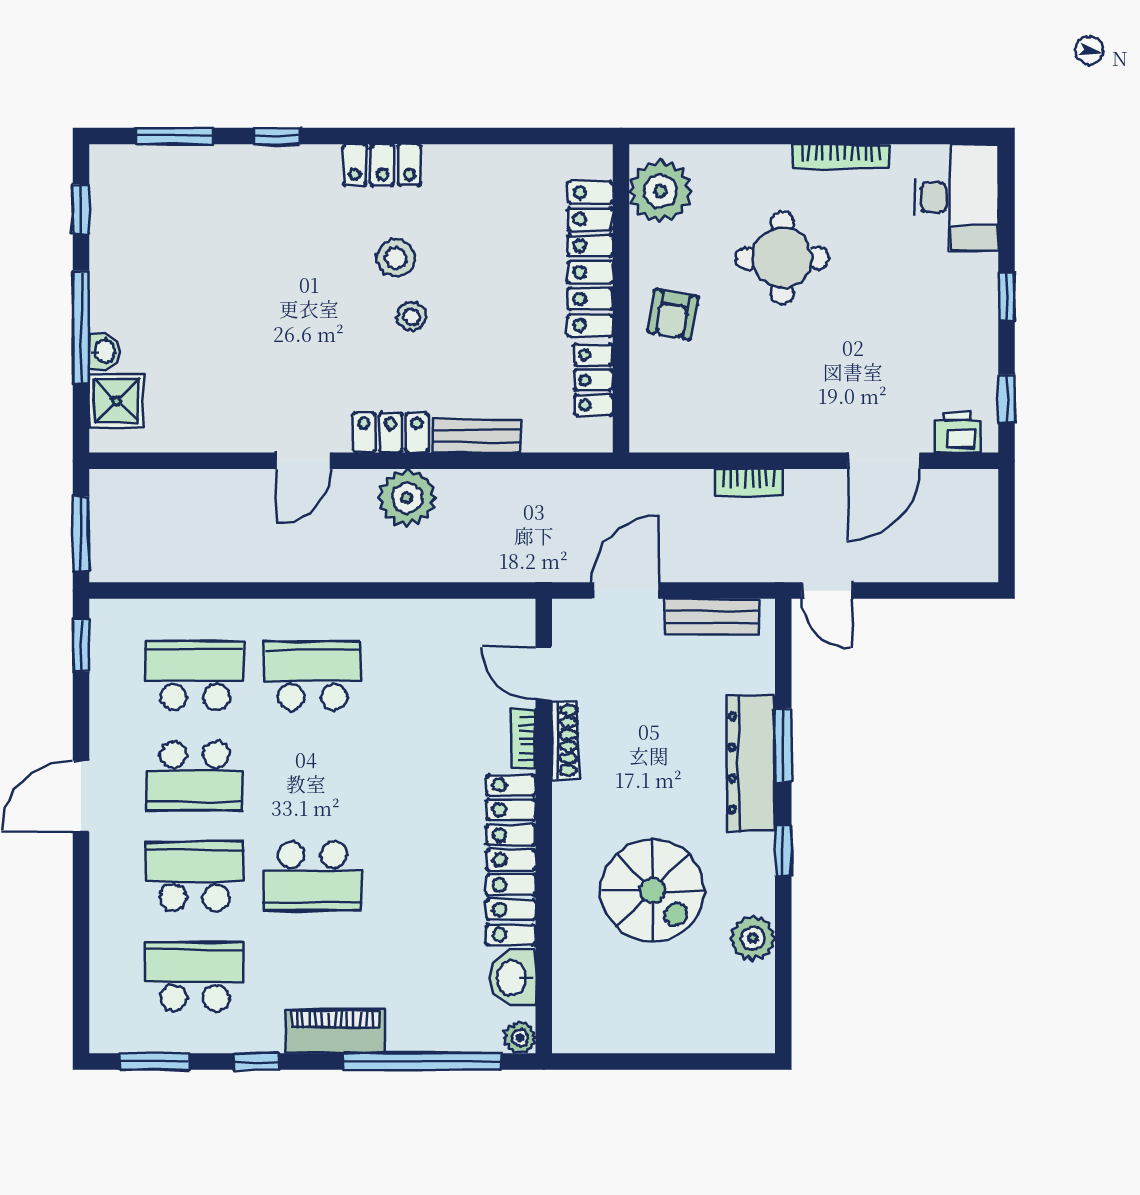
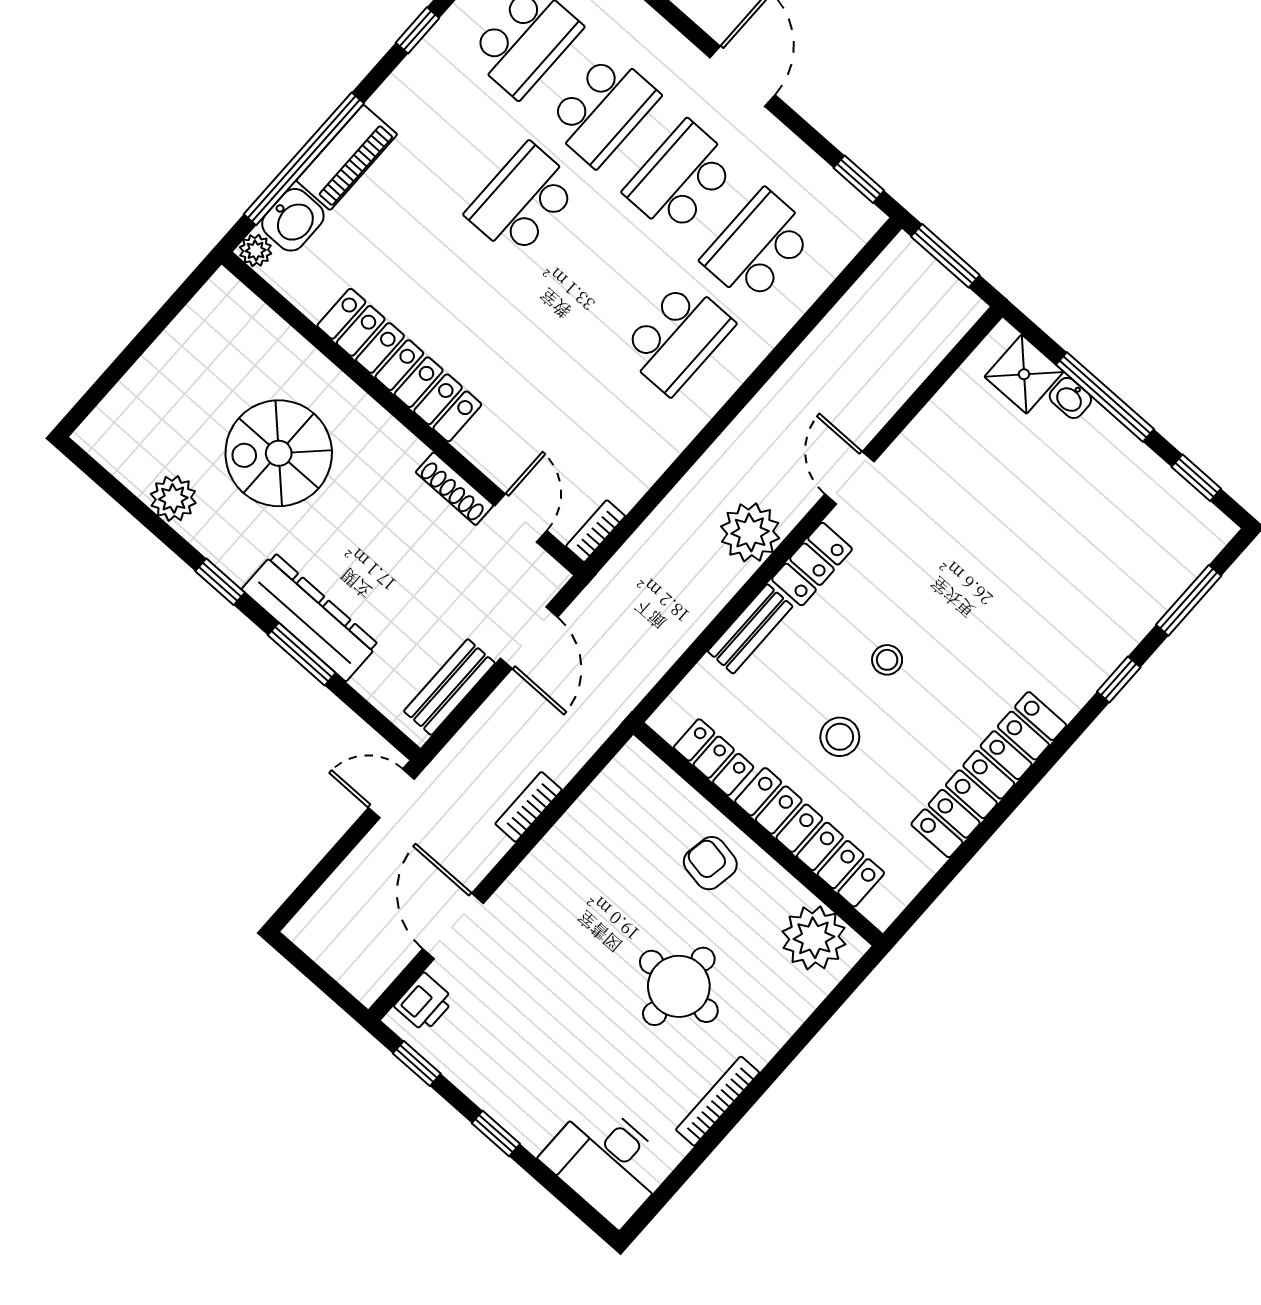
locker: (382, 165) -> (989, 775), width x2.16, depth x1.21
stool: (396, 258) -> (840, 737), moved
door: (544, 673) -> (521, 518), hinge flipped
school desk: (195, 676) -> (758, 247), turned 180
bookcase: (524, 739) -> (596, 531), moved, turned -90
washbasin: (513, 978) -> (293, 220), moved, turned 90
piano: (335, 1031) -> (347, 157), moved

